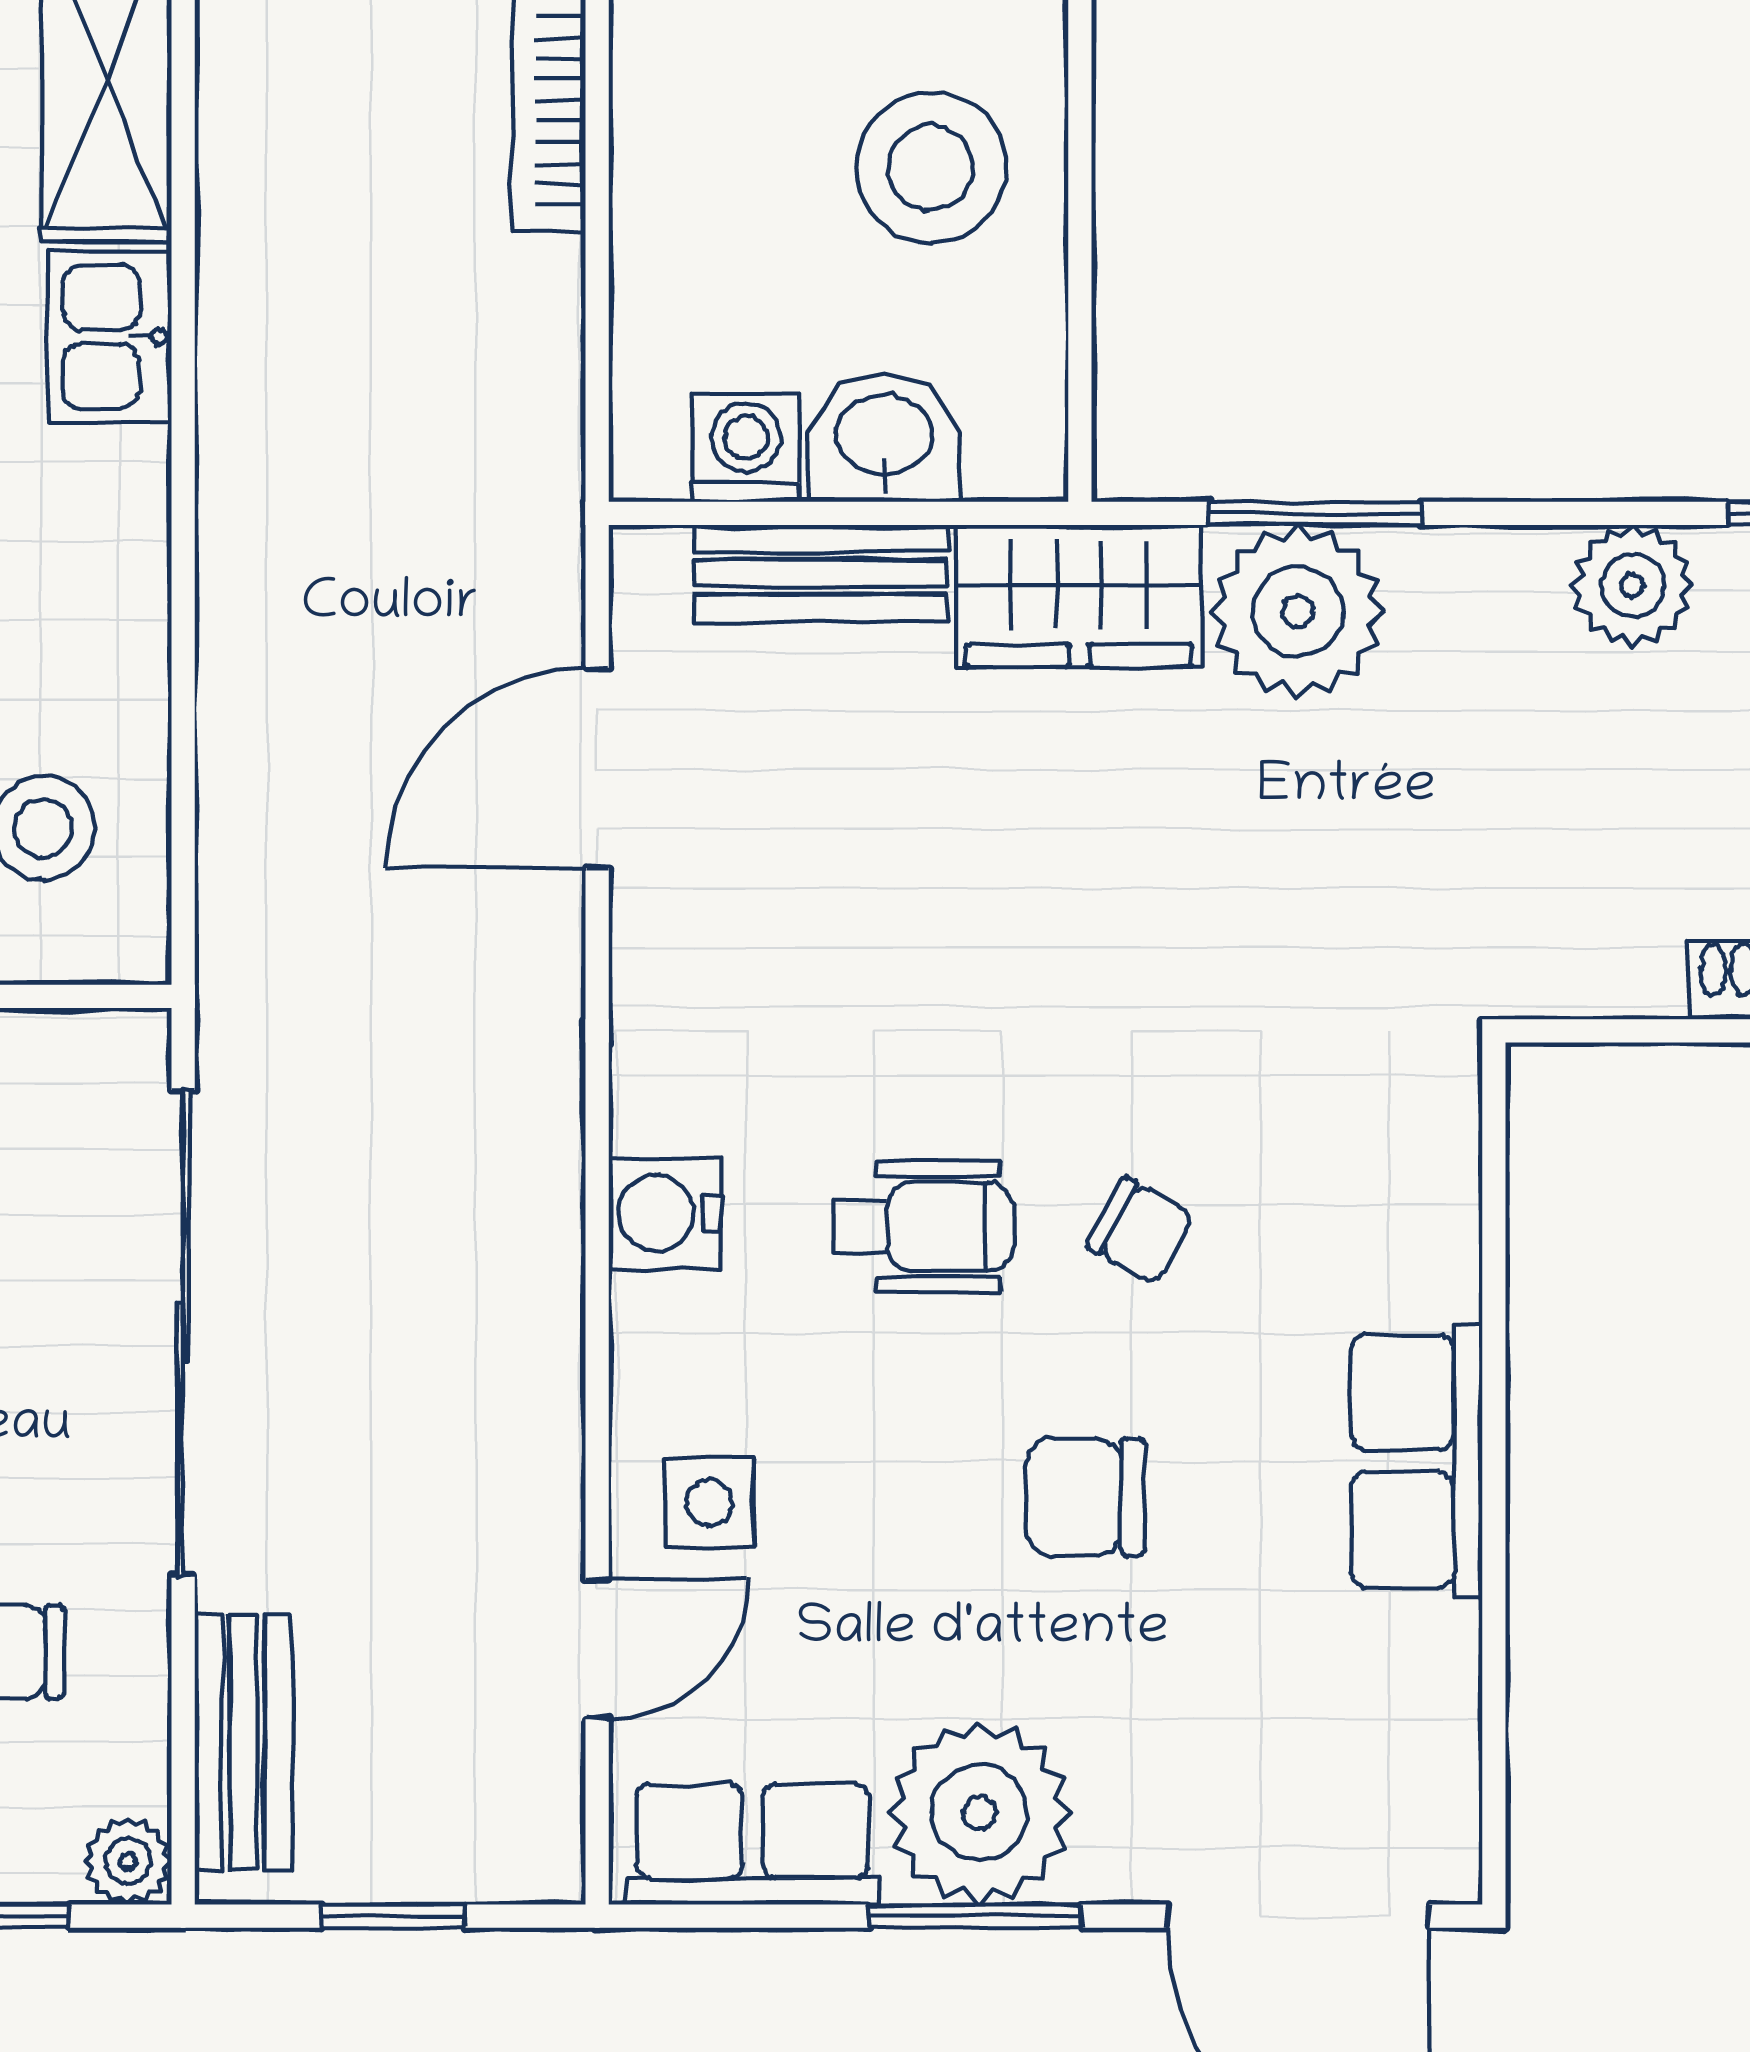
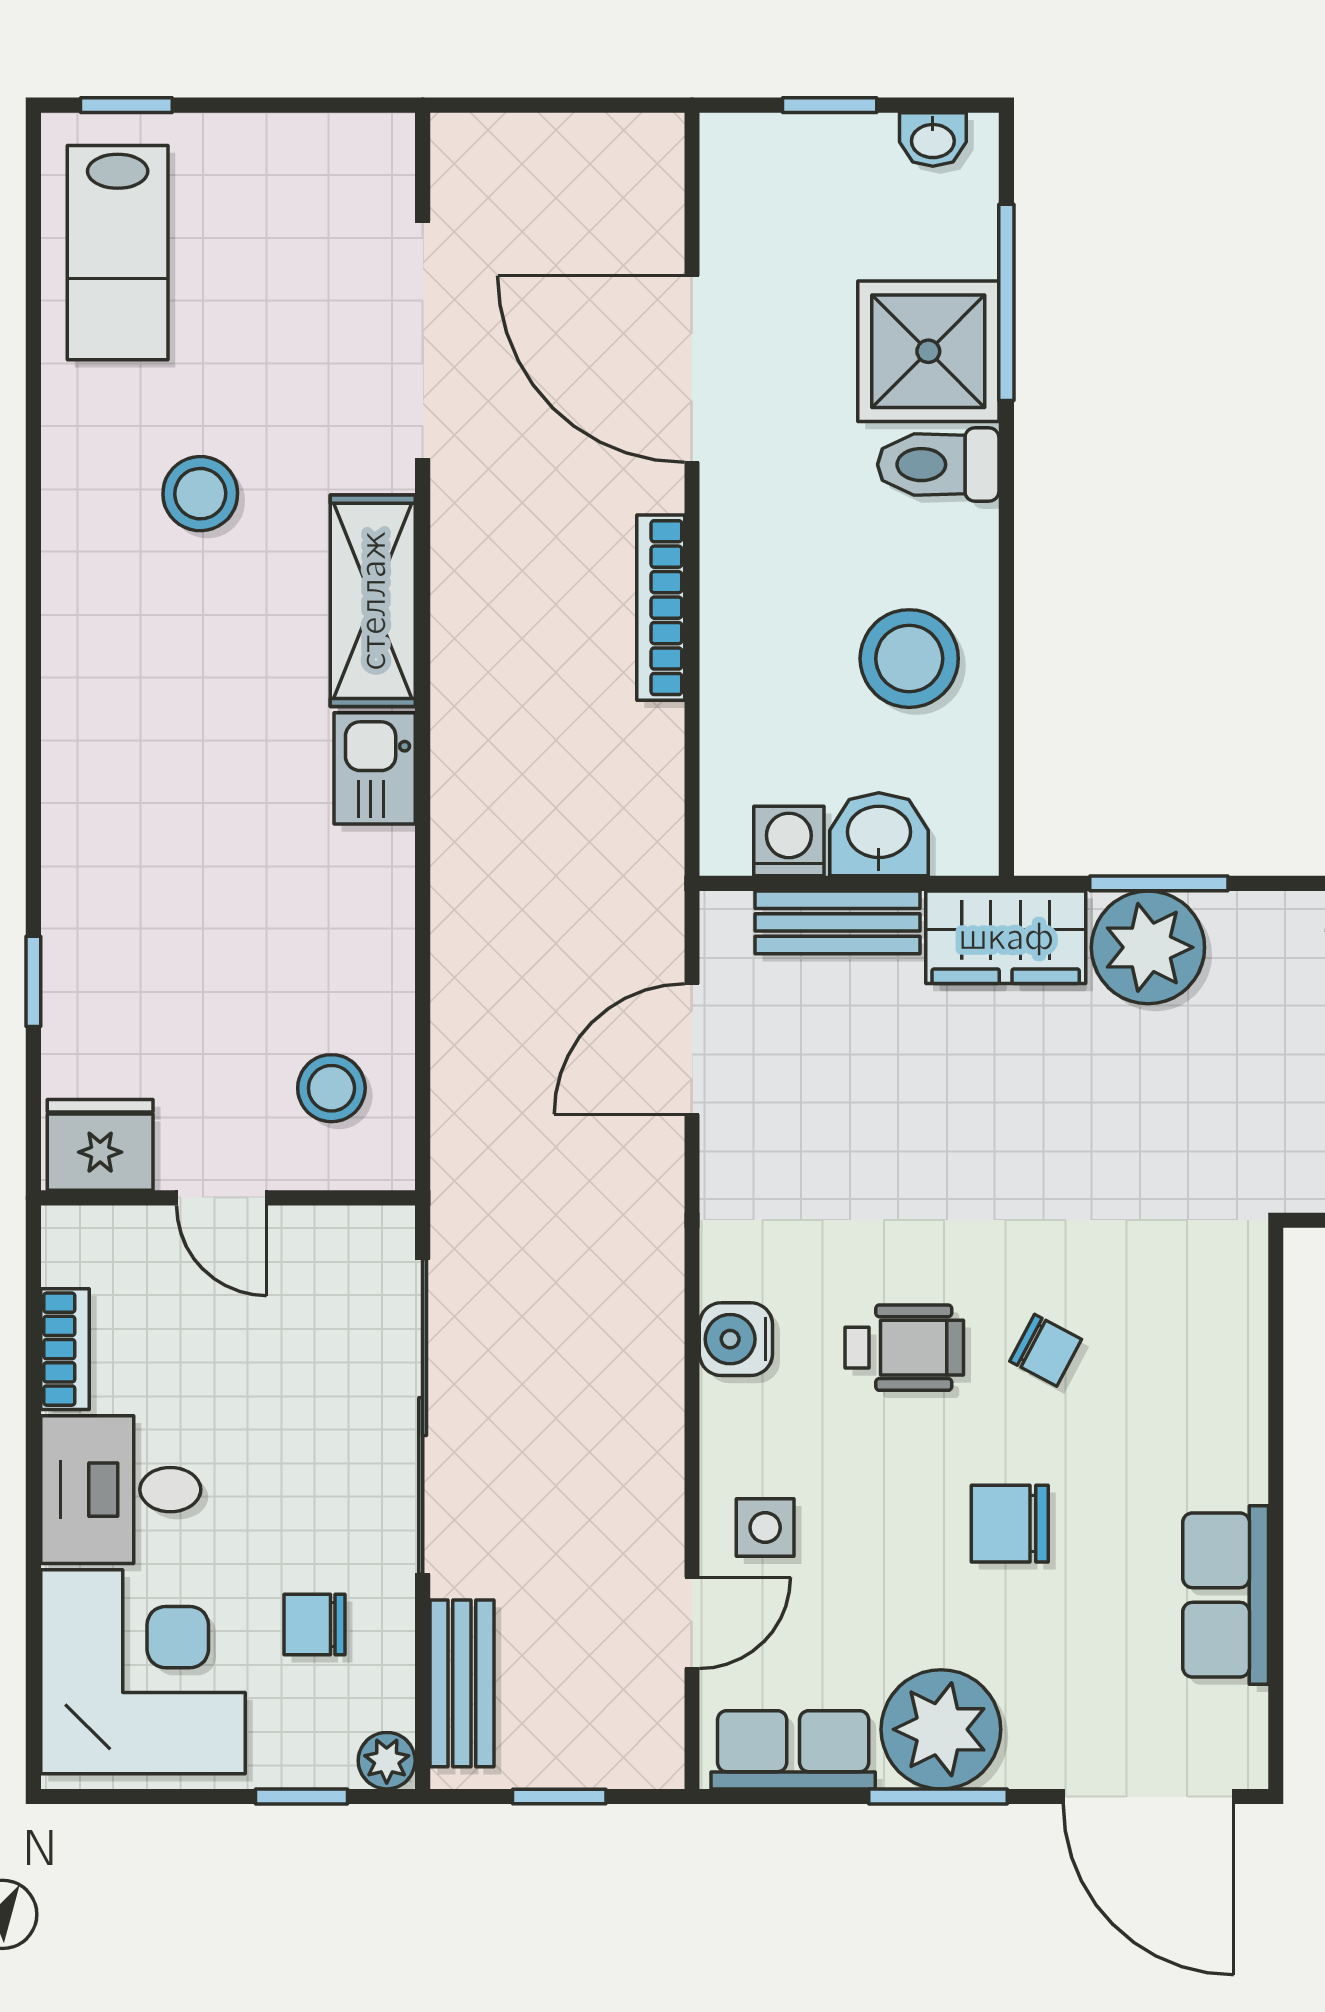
row of seats: (1417, 1461) -> (1226, 1595), moved

